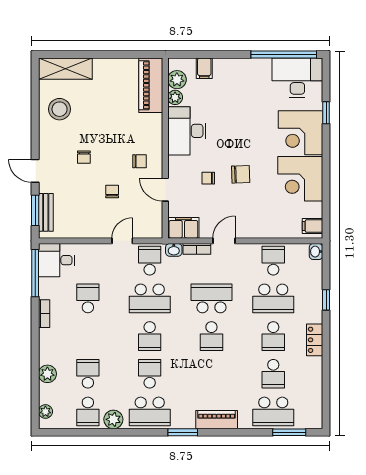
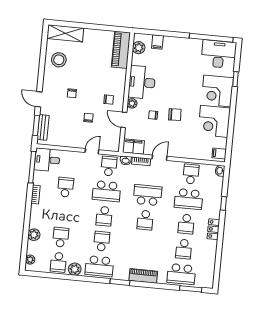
plant: (175, 97) -> (132, 103), moved

